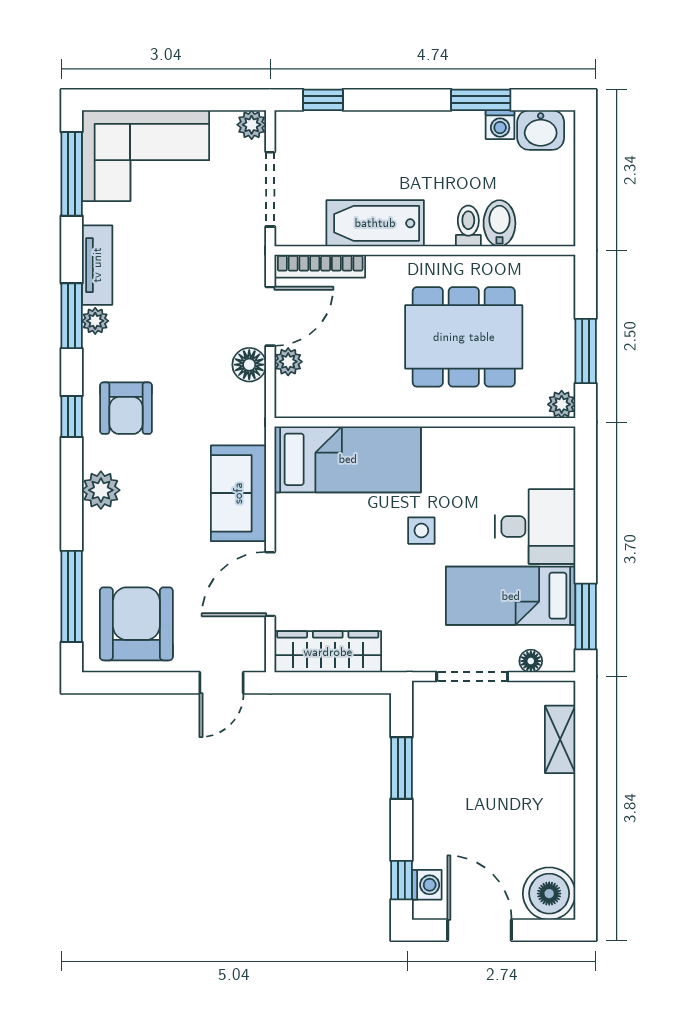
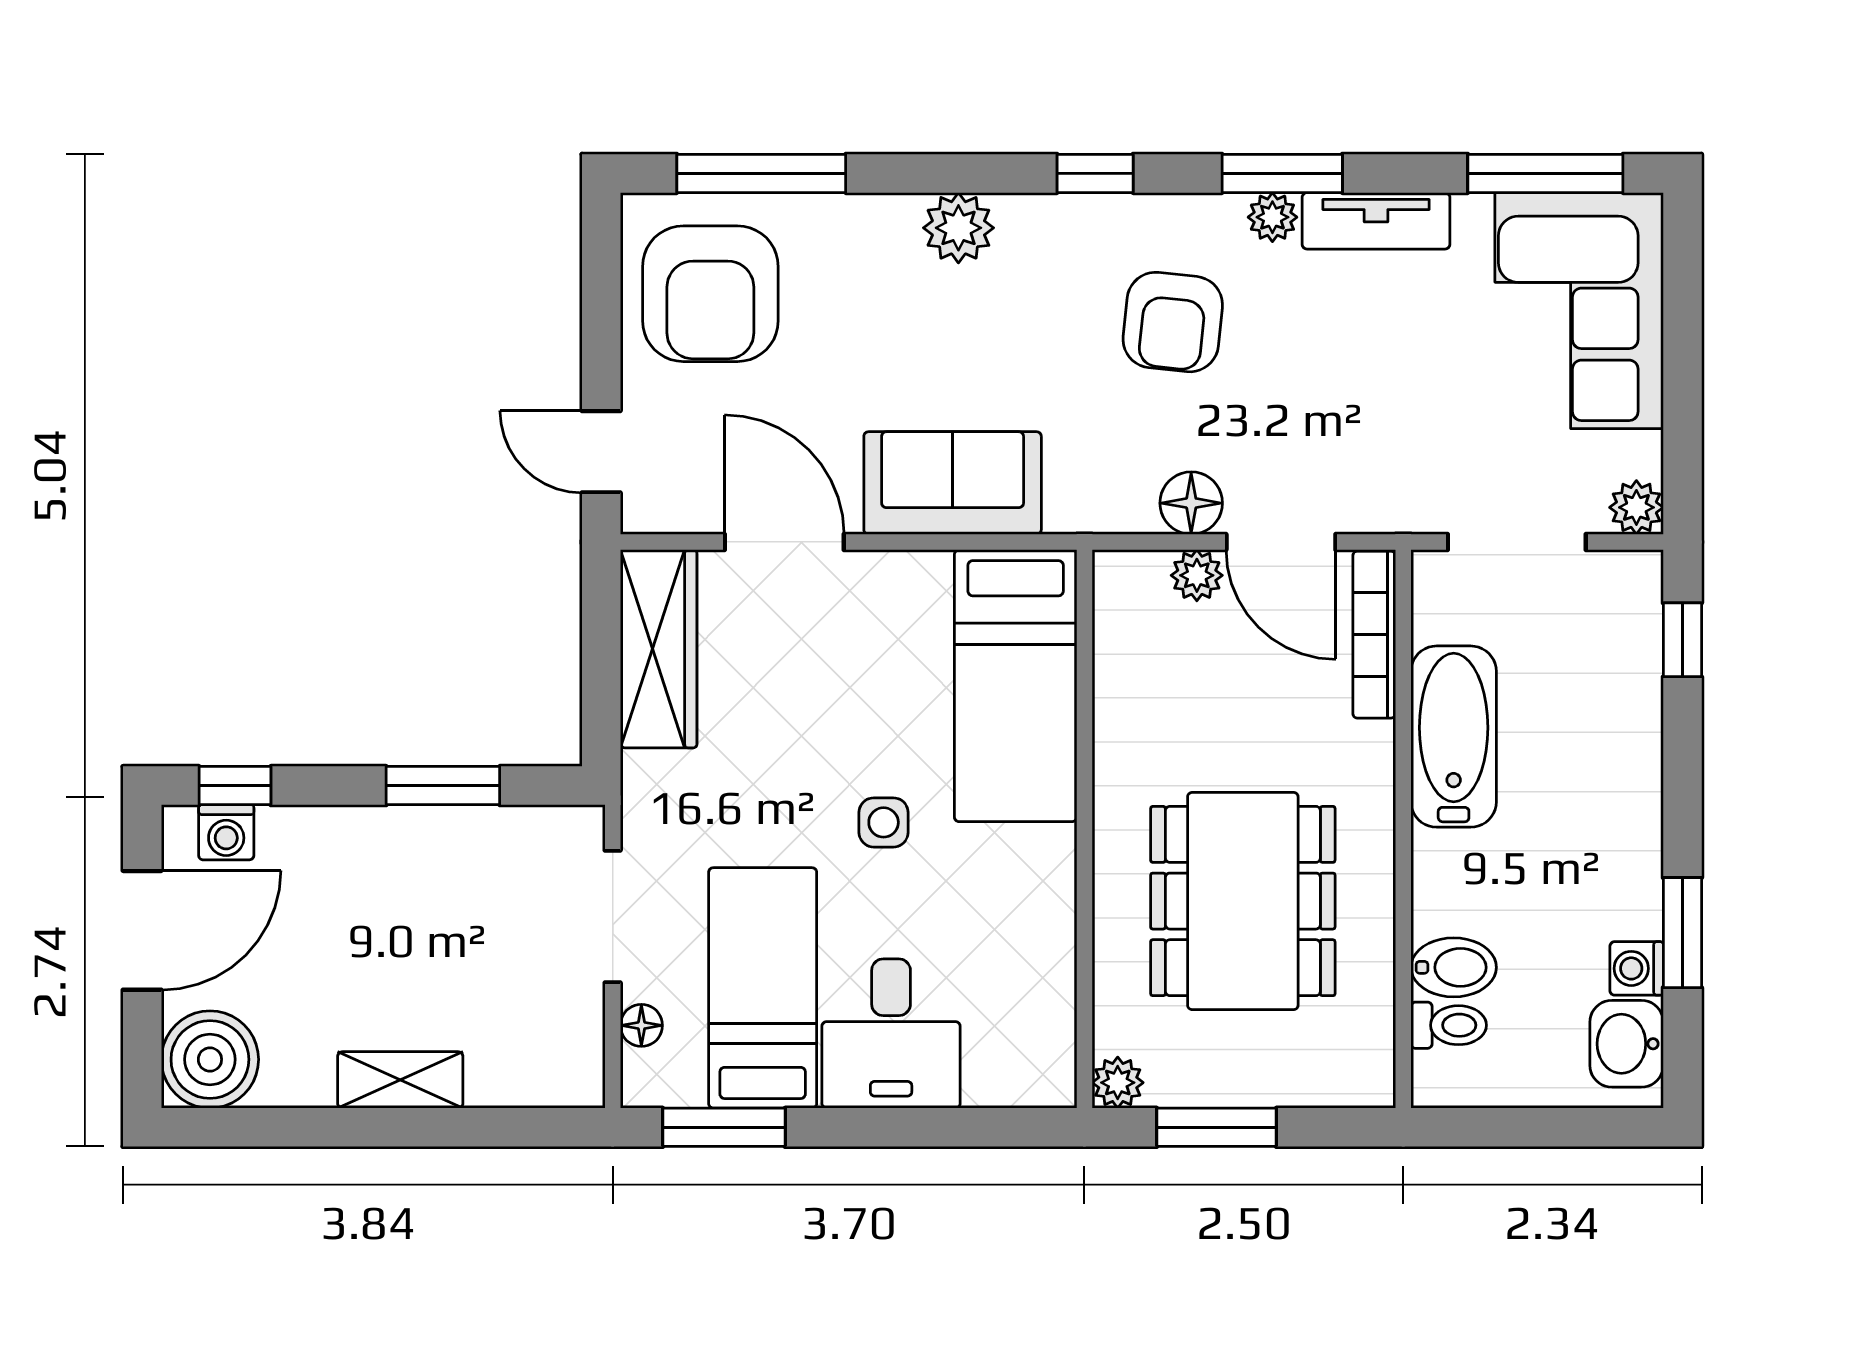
toilet: (468, 226) -> (1449, 1025), moved
armchair: (126, 408) -> (1173, 322), moved, turned -84
armchair: (136, 624) -> (710, 294), turned 90
shelving: (560, 739) -> (400, 1080), moved

